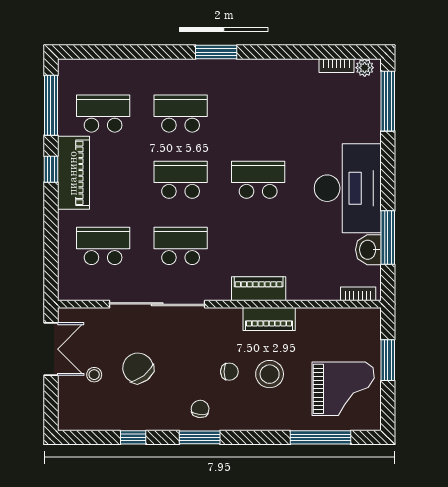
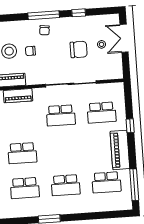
window: (51, 169) -> (130, 126), moved
school desk: (181, 180) -> (25, 188), moved
double door: (51, 349) -> (124, 38), moved
chair: (138, 368) -> (79, 49), turned -52
window: (200, 437) -> (44, 15), width x1.44

